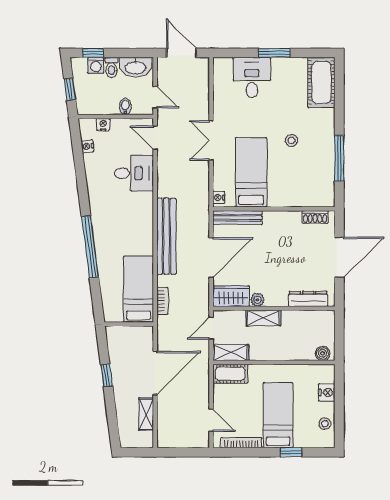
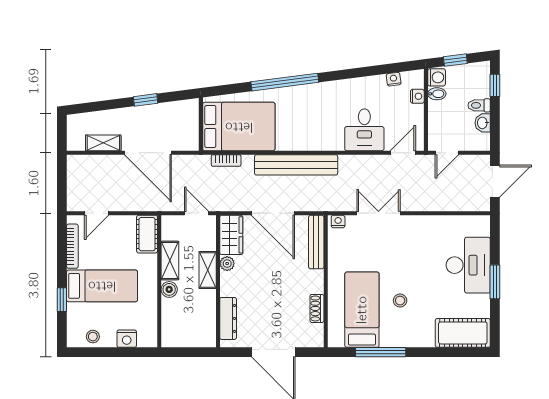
washing machine: (96, 65) -> (437, 77), moved, turned 180
washbasin: (136, 67) -> (483, 123), width x0.52, depth x0.69
desk: (252, 78) -> (468, 265), width x1.37
bidet: (125, 106) -> (437, 94), moved
double door: (211, 140) -> (378, 213), moved
bed: (251, 172) -> (362, 310), moved, turned -90
shoe rack: (315, 217) -> (317, 308), moved
bed: (139, 289) -> (239, 127), width x1.50
shelving: (231, 353) -> (170, 261), moved
boiler: (323, 353) -> (169, 289), moved

